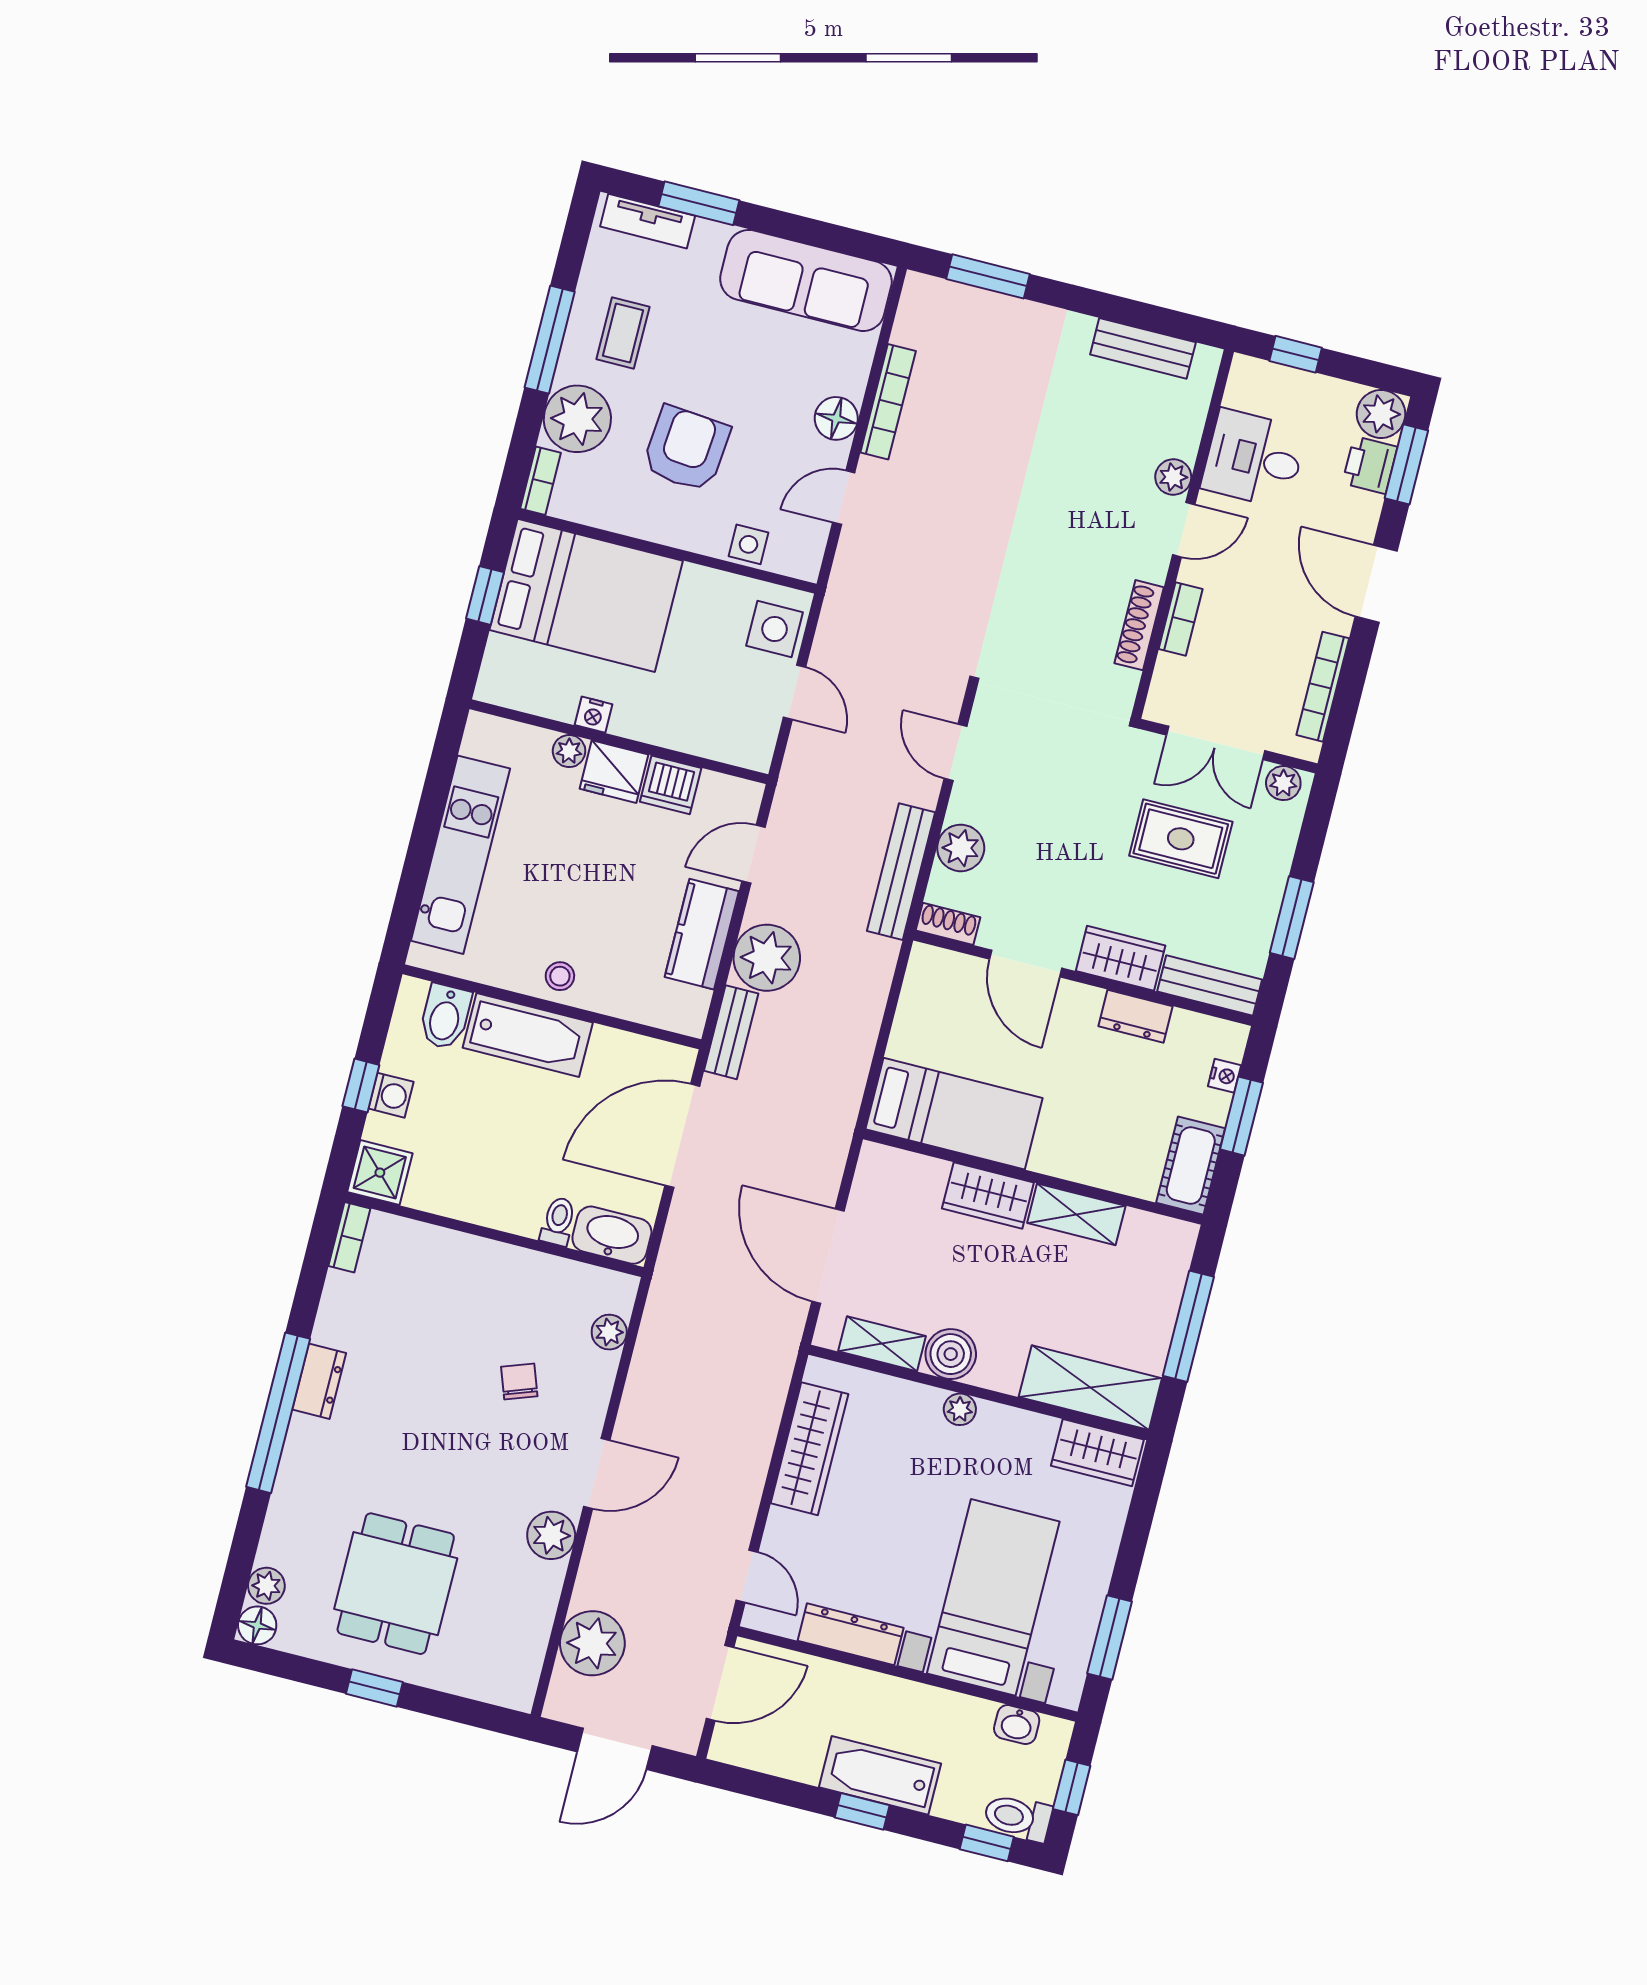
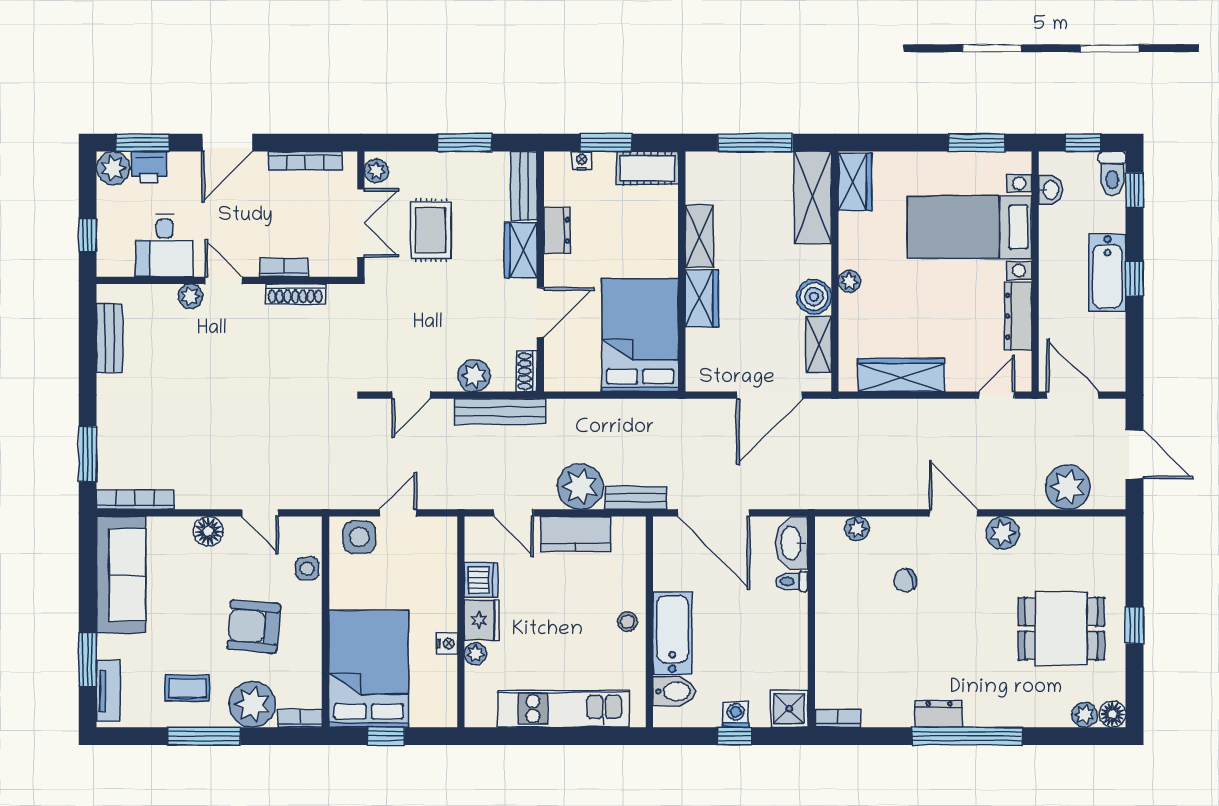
bookcase: (888, 402) -> (135, 500), moved
bed: (954, 1114) -> (640, 335), width x1.50

